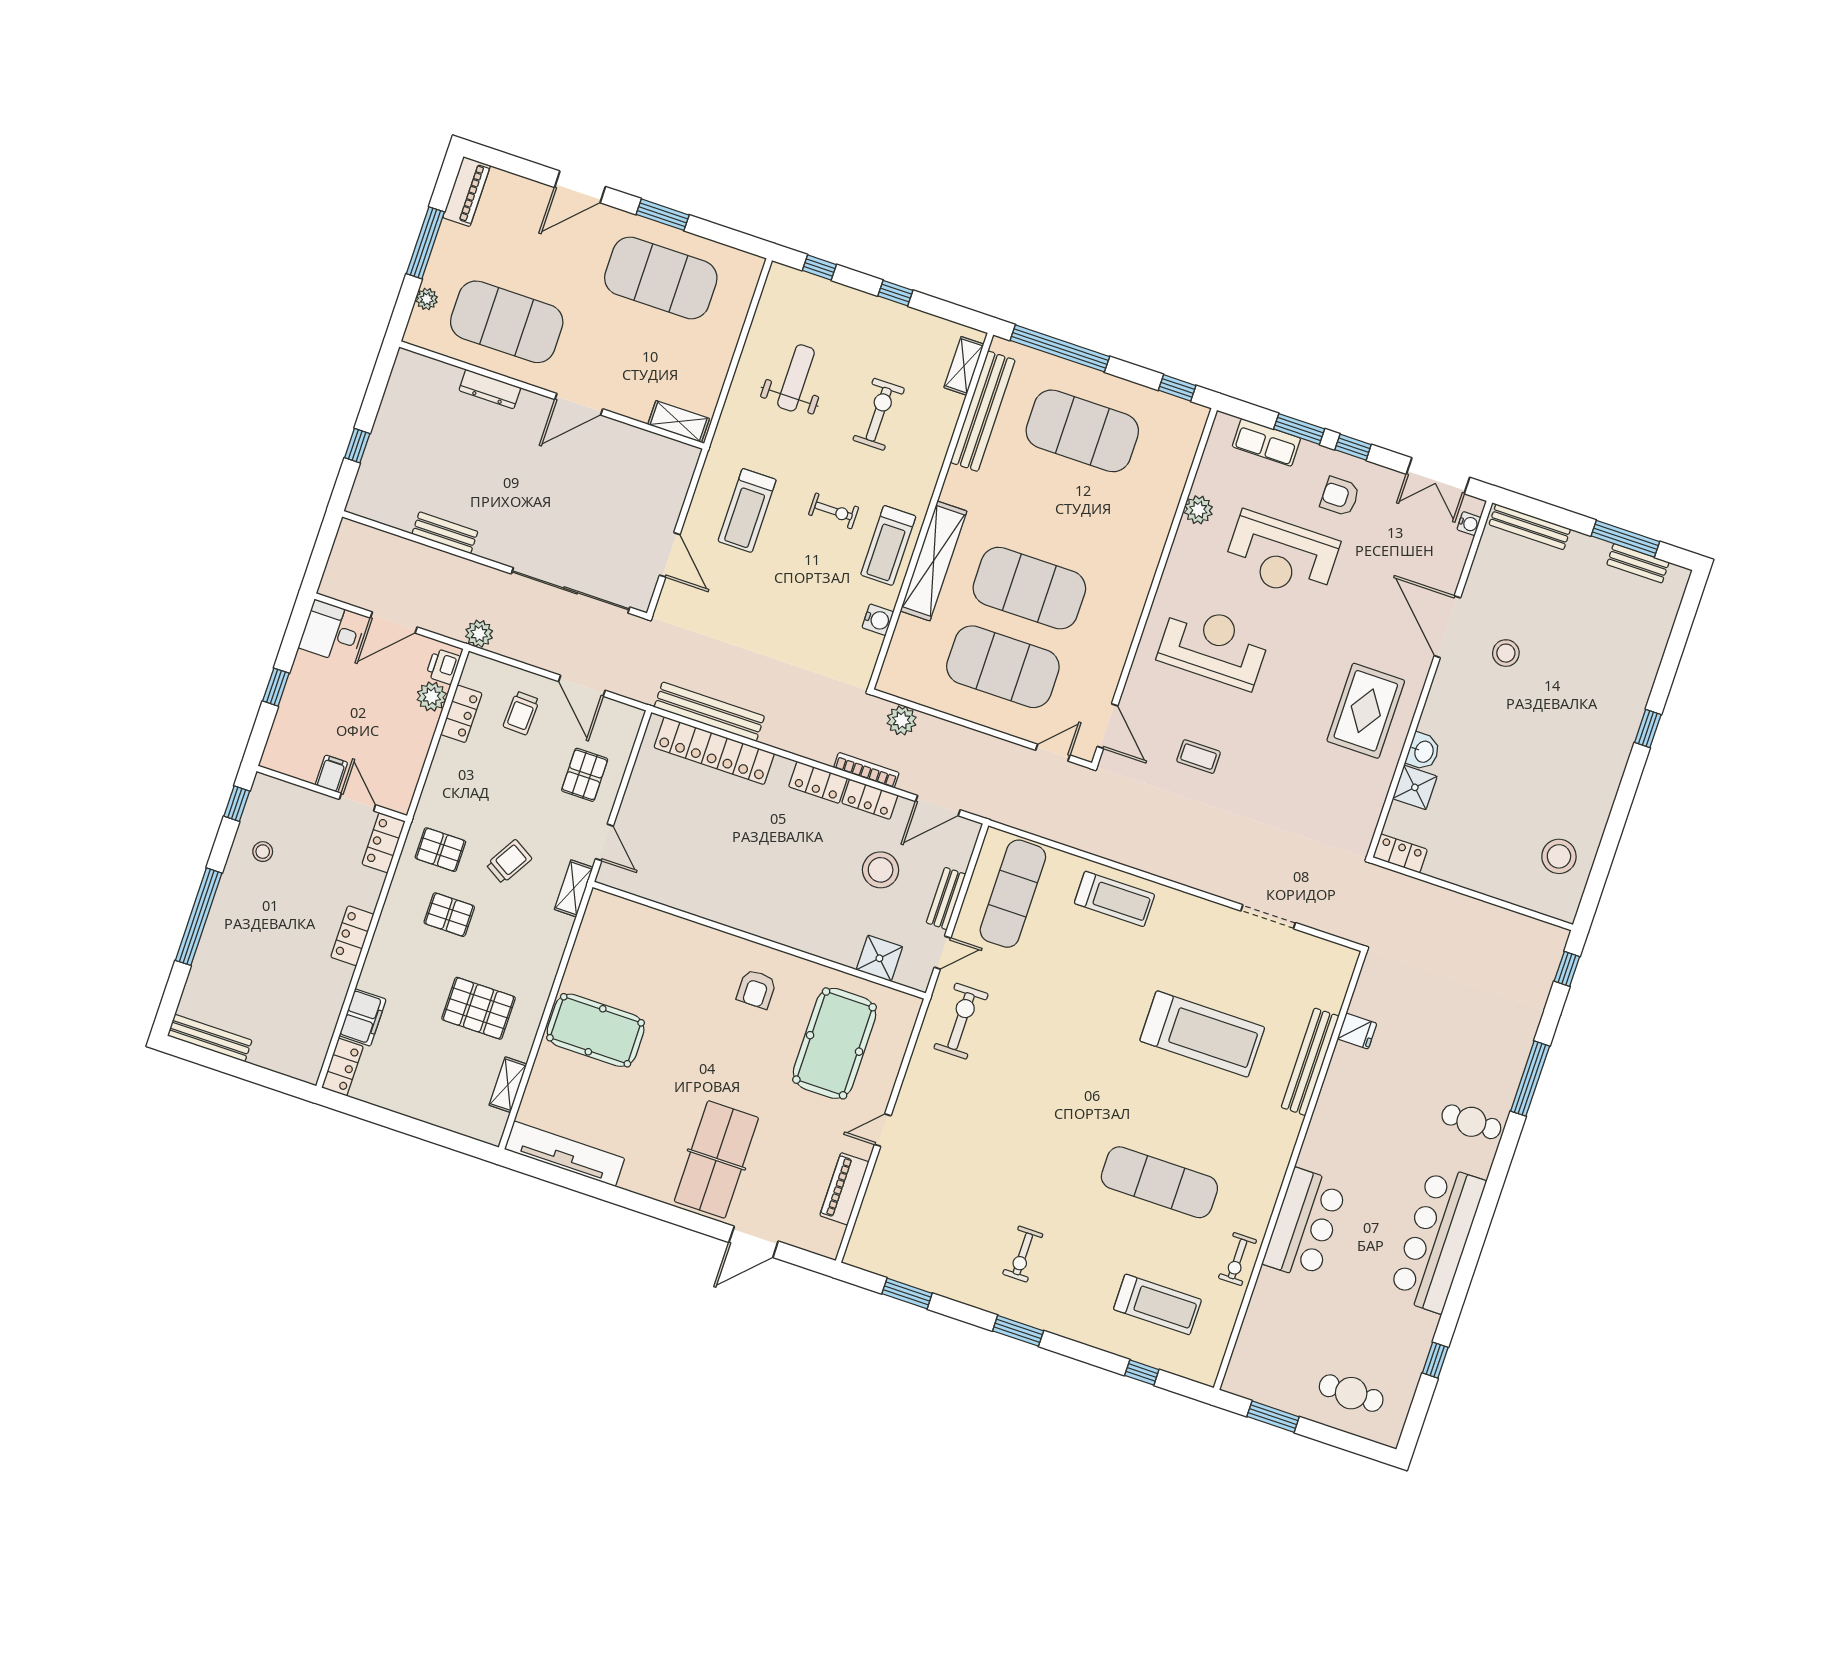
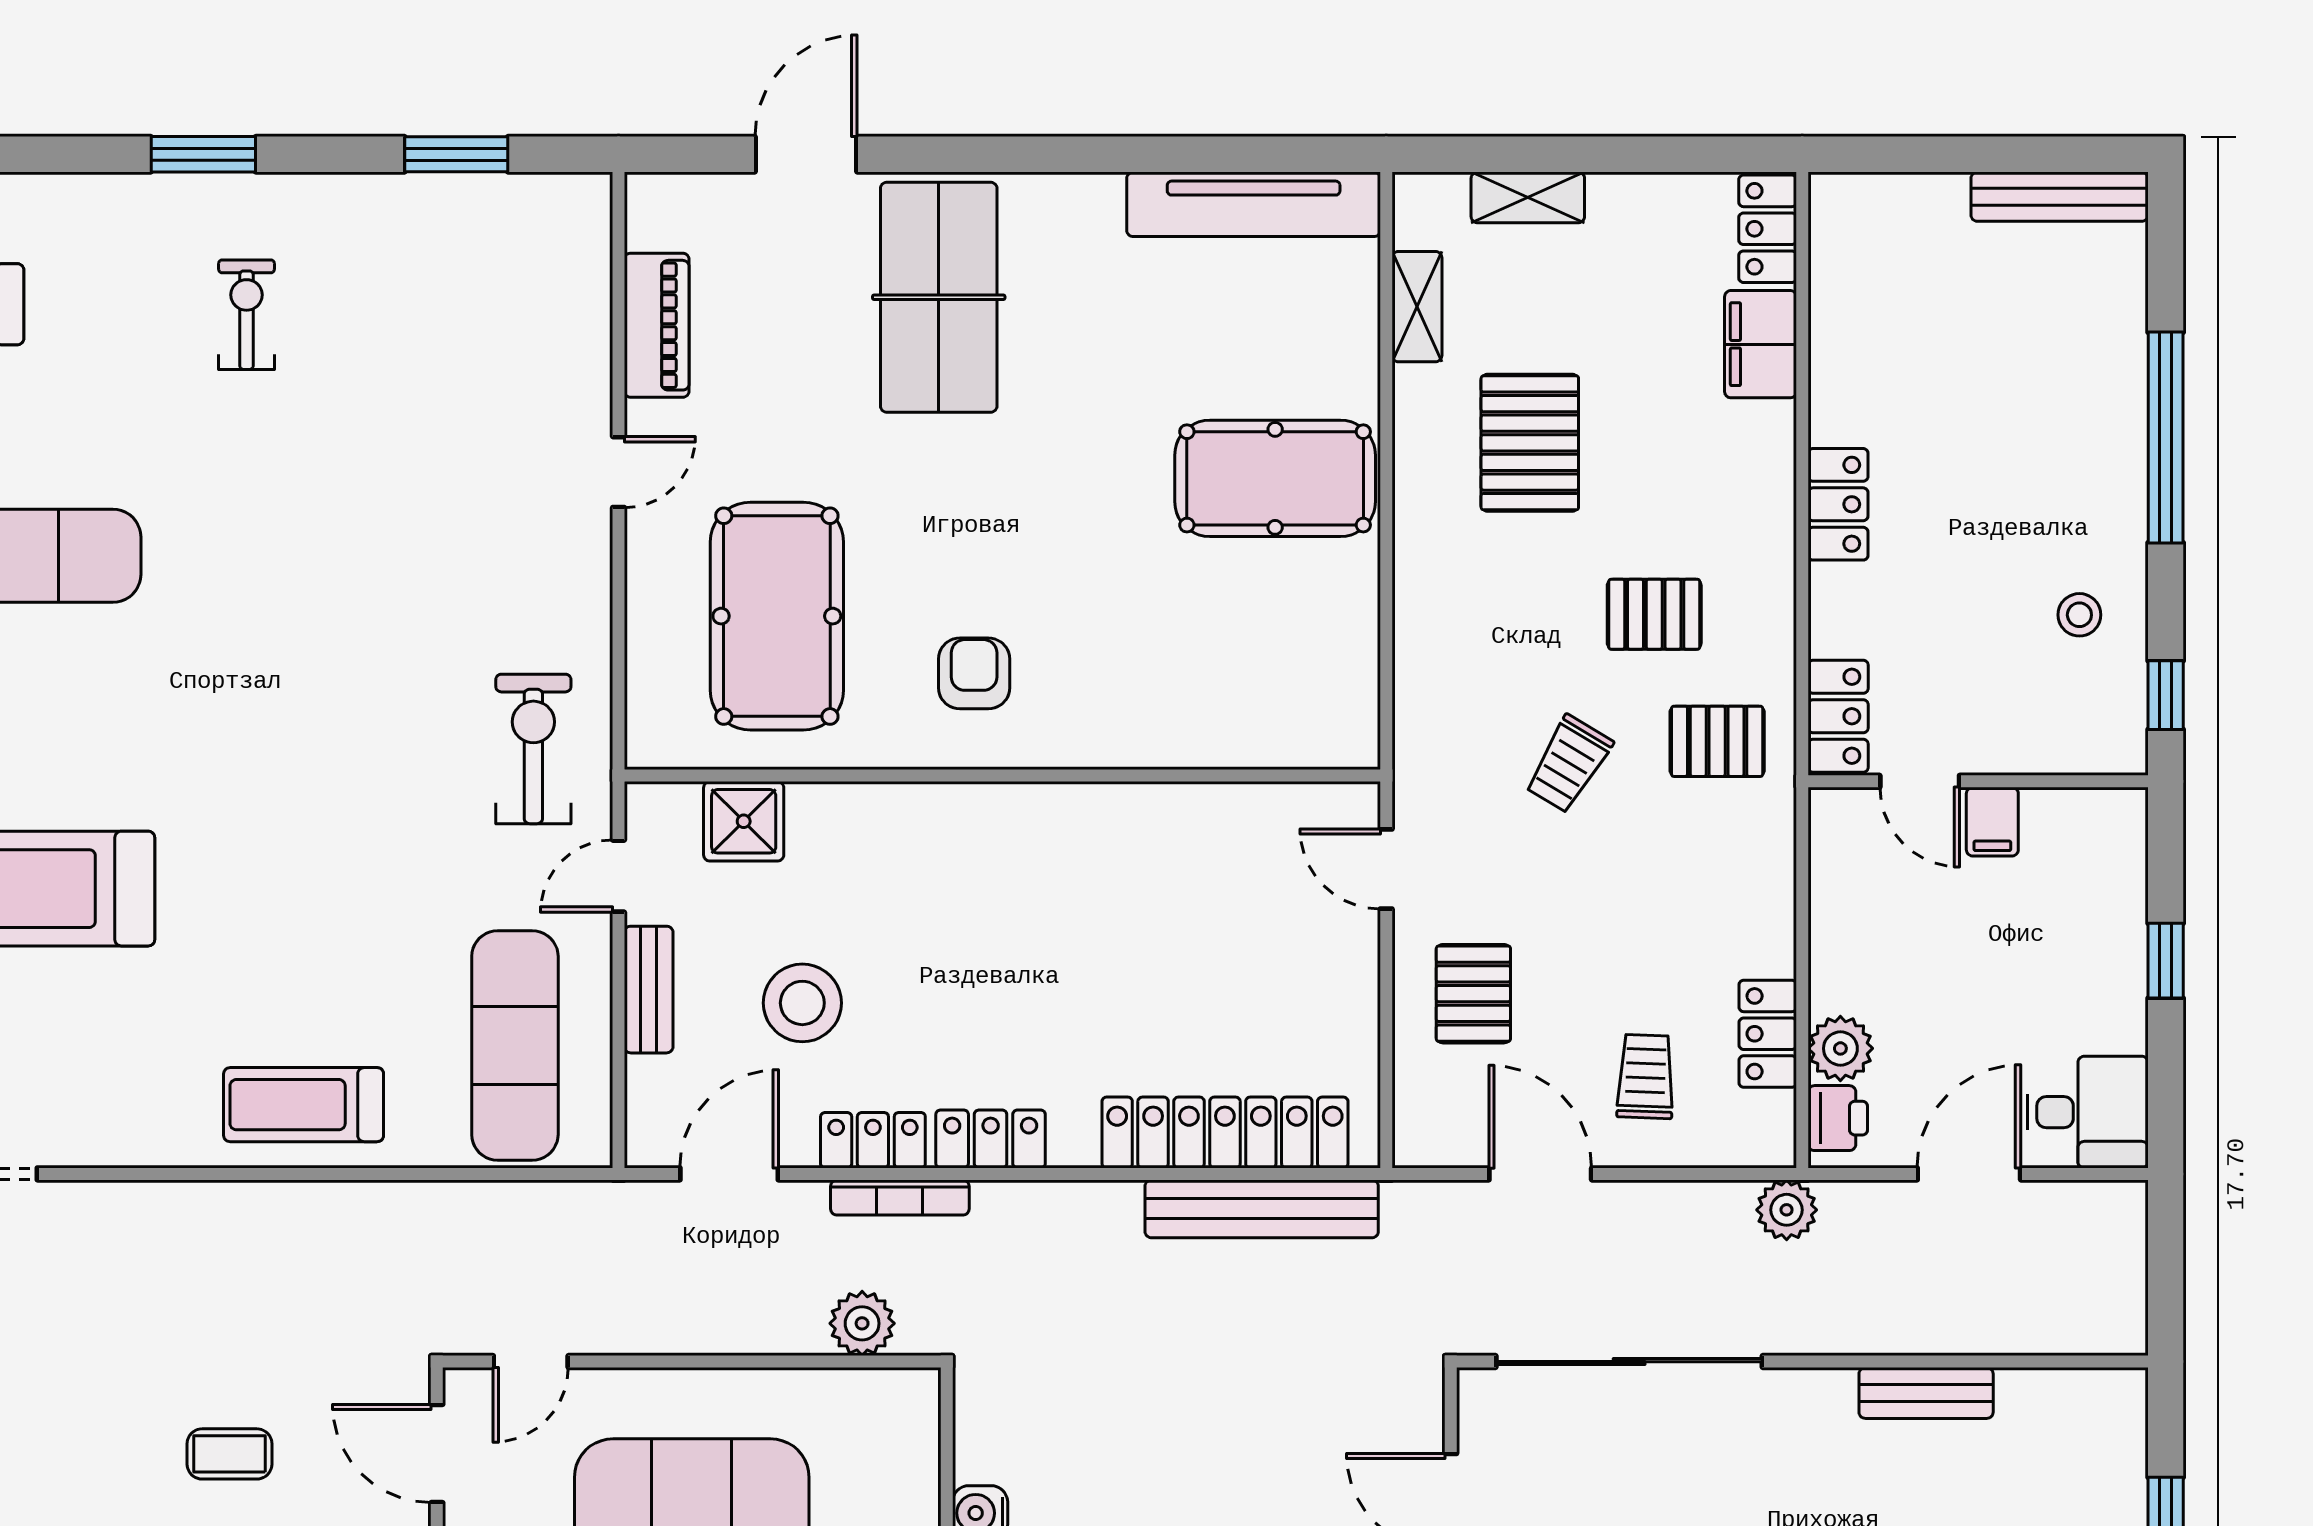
shelving: (574, 888) -> (1528, 197), moved, turned 90
pallet: (478, 1008) -> (1530, 443), turned 90
exercise bike: (961, 1021) -> (533, 749), turned 180

